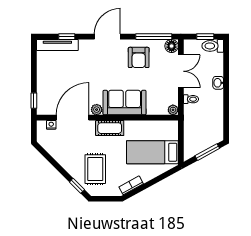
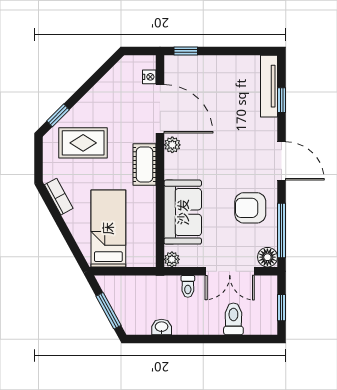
toilet: (213, 46) -> (233, 319), moved
washbasin: (218, 83) -> (162, 327), moved
sofa: (125, 103) -> (183, 212), moved

